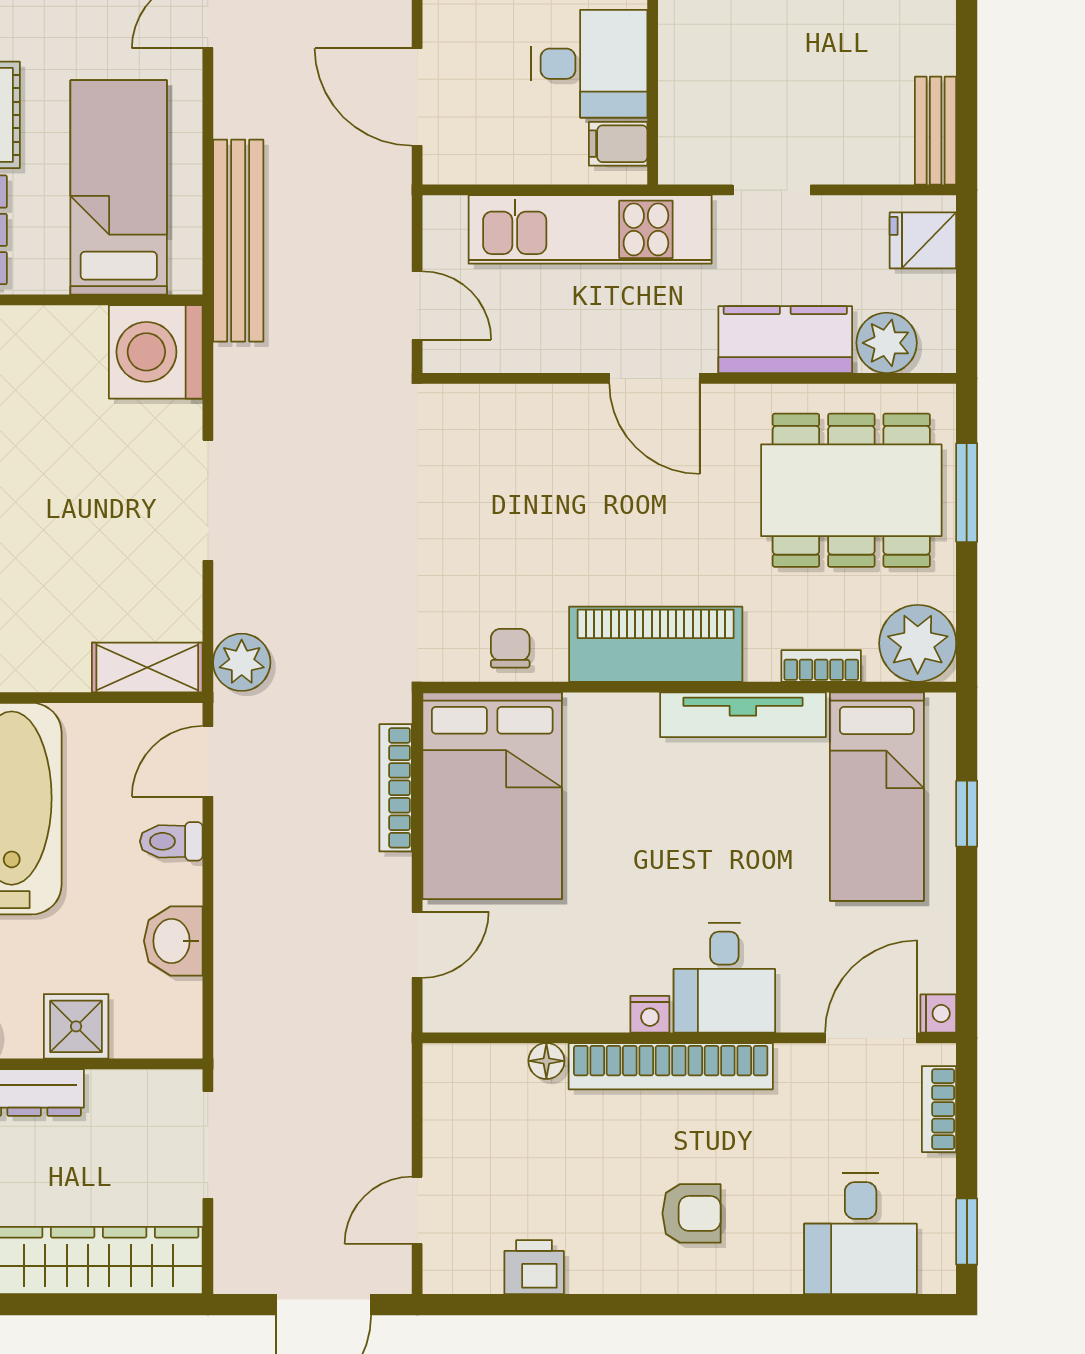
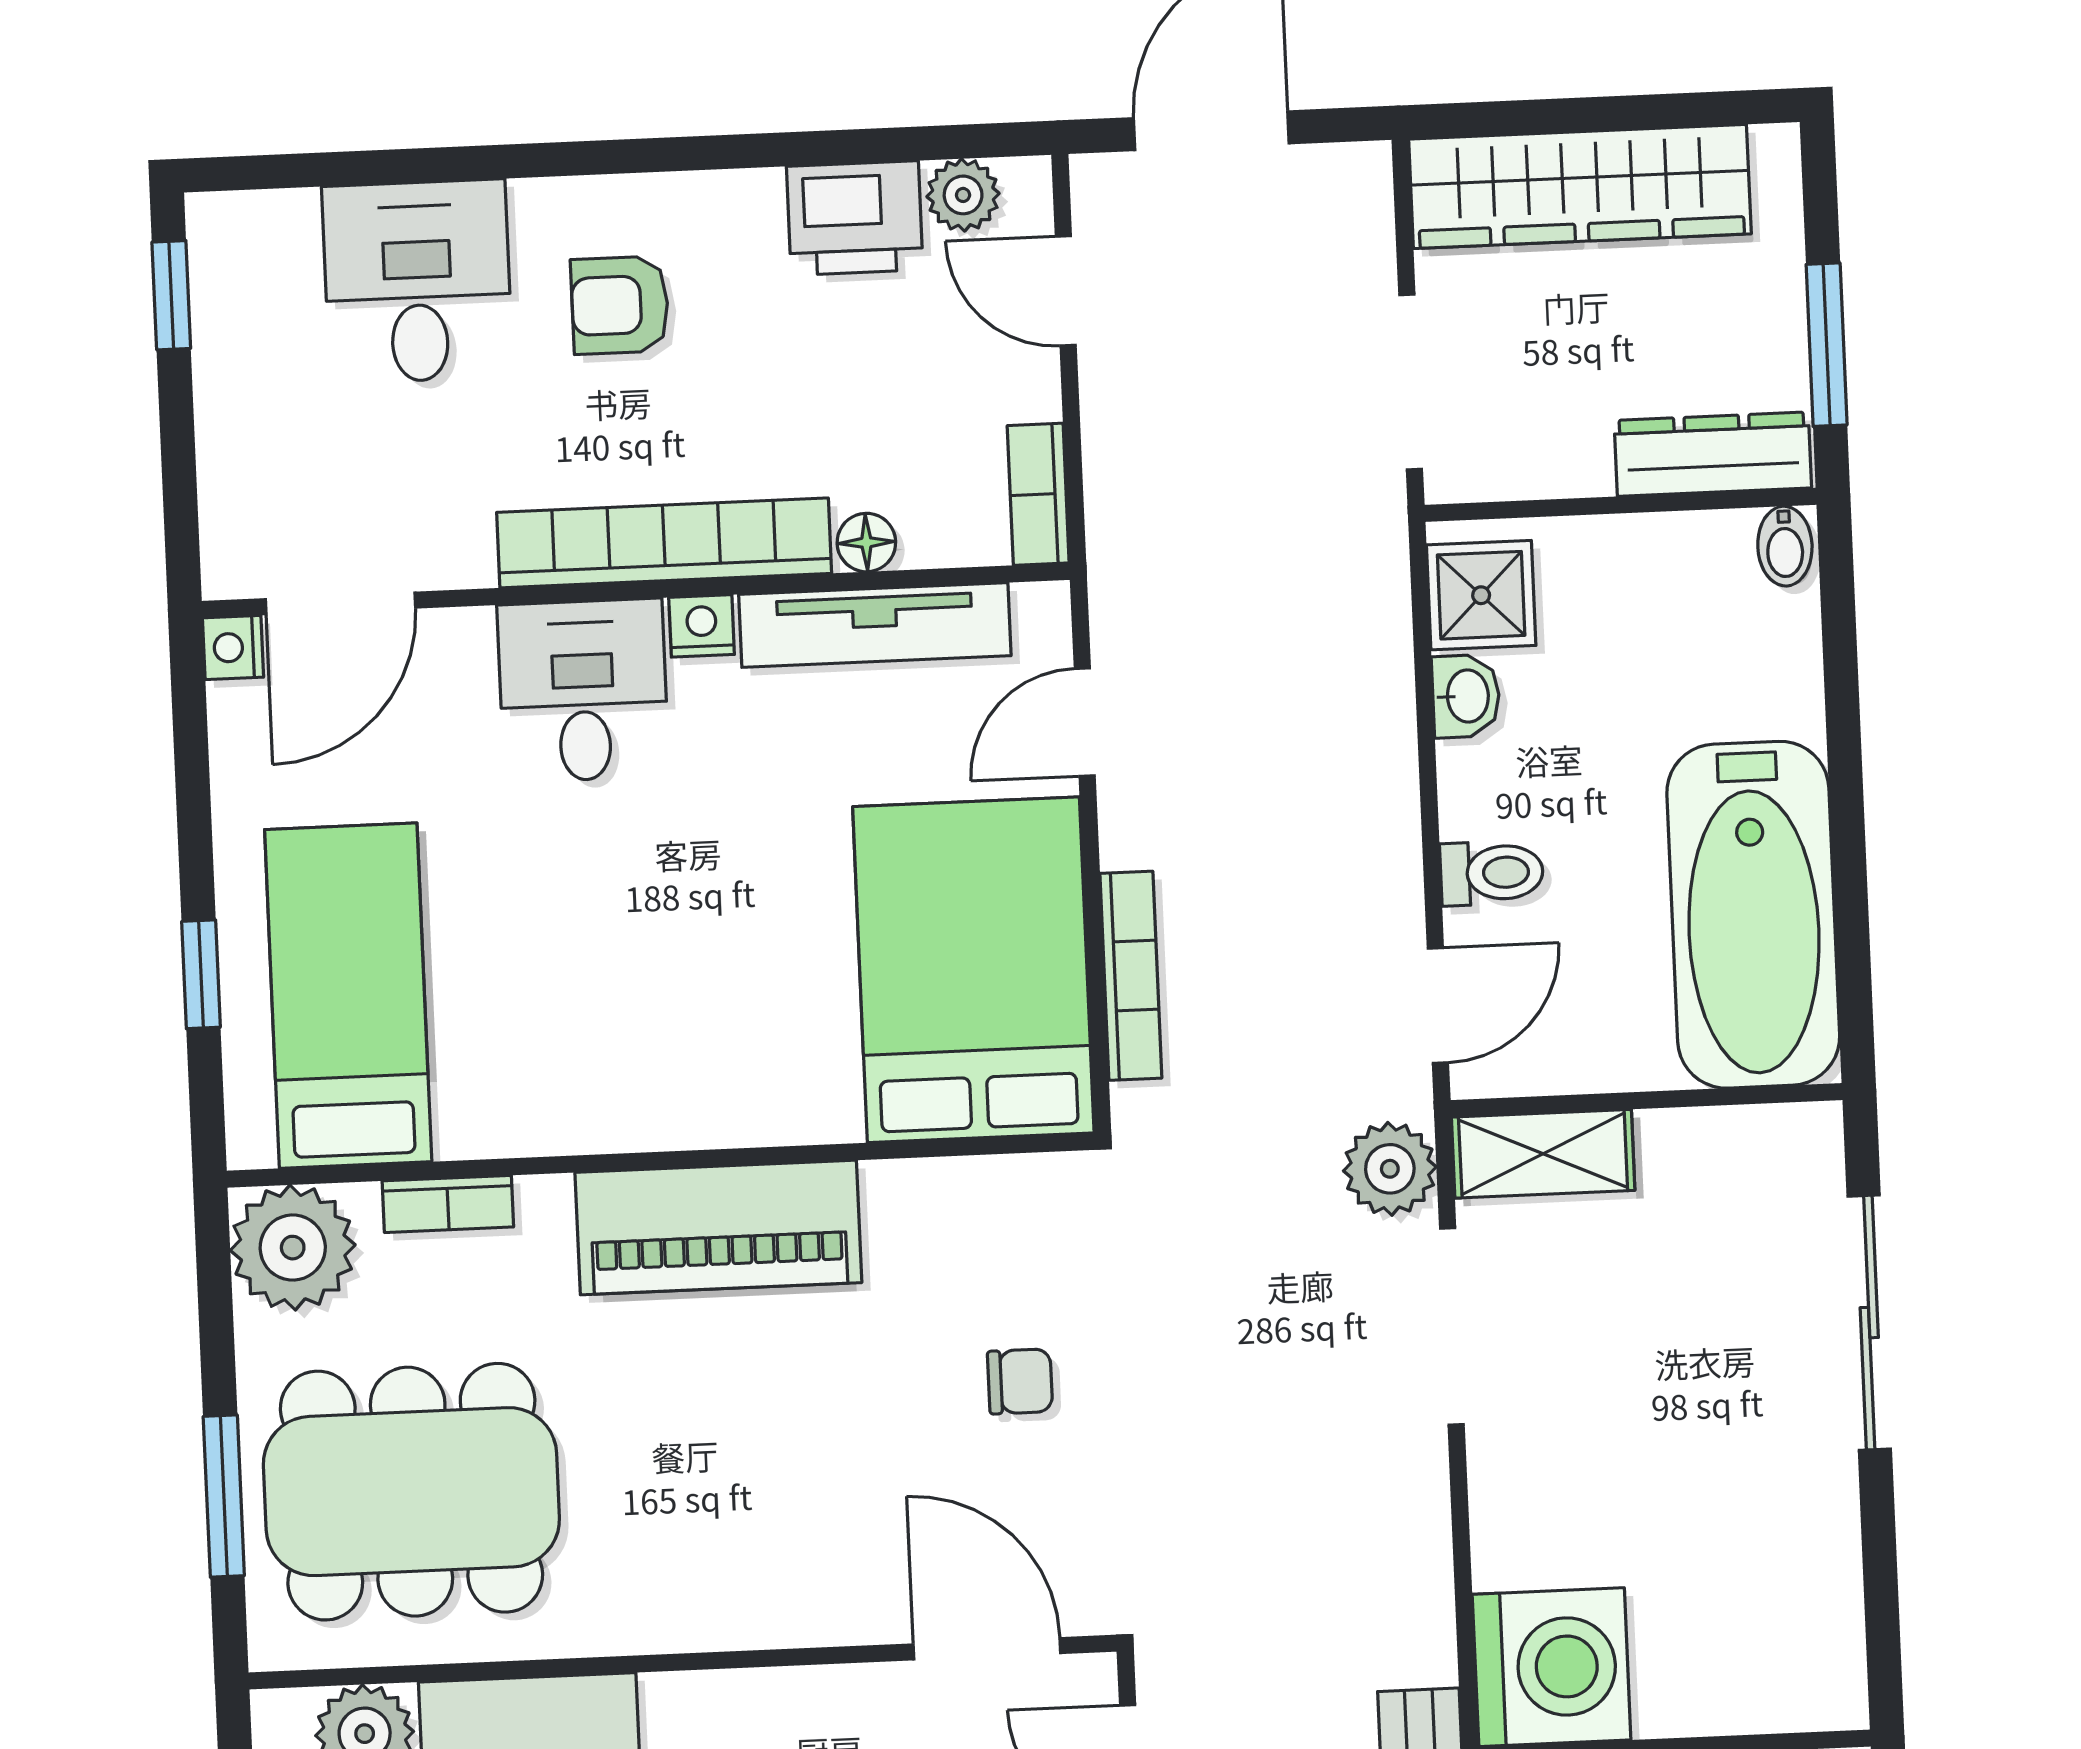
door: (655, 378) -> (987, 1649), moved
doorway: (208, 500) -> (1452, 1326), moved
chair: (510, 648) -> (1020, 1381), moved, turned -90
tv unit: (743, 715) -> (875, 625), moved, turned 180
washbasin: (173, 941) -> (1466, 696), width x0.72, depth x0.69
shower: (76, 1026) -> (1481, 595), moved
bookcase: (939, 1109) -> (1038, 494), moved, turned 180
door: (417, 1210) -> (1066, 291), swing flipped
desk: (861, 1233) -> (418, 281), moved
printer: (534, 1267) -> (855, 218), width x1.36, depth x1.24
plant: (478, 1272) -> (963, 195), added

